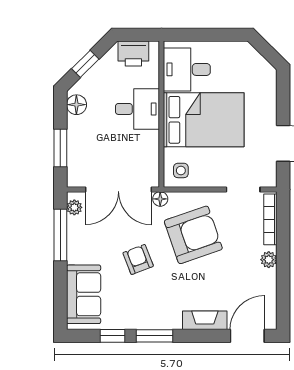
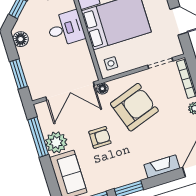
plant: (74, 207) -> (56, 142), moved, width x1.88, depth x1.88
armchair: (138, 259) -> (100, 137), turned 111

